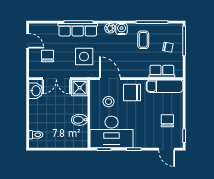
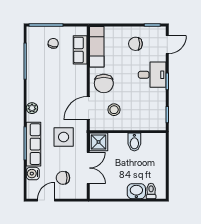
water cooler: (121, 29) -> (33, 174), moved
coffee table: (143, 40) -> (45, 71), removed
washbasin: (36, 91) -> (136, 191), moved
desk: (111, 132) -> (152, 75), moved, width x0.53, depth x0.77

